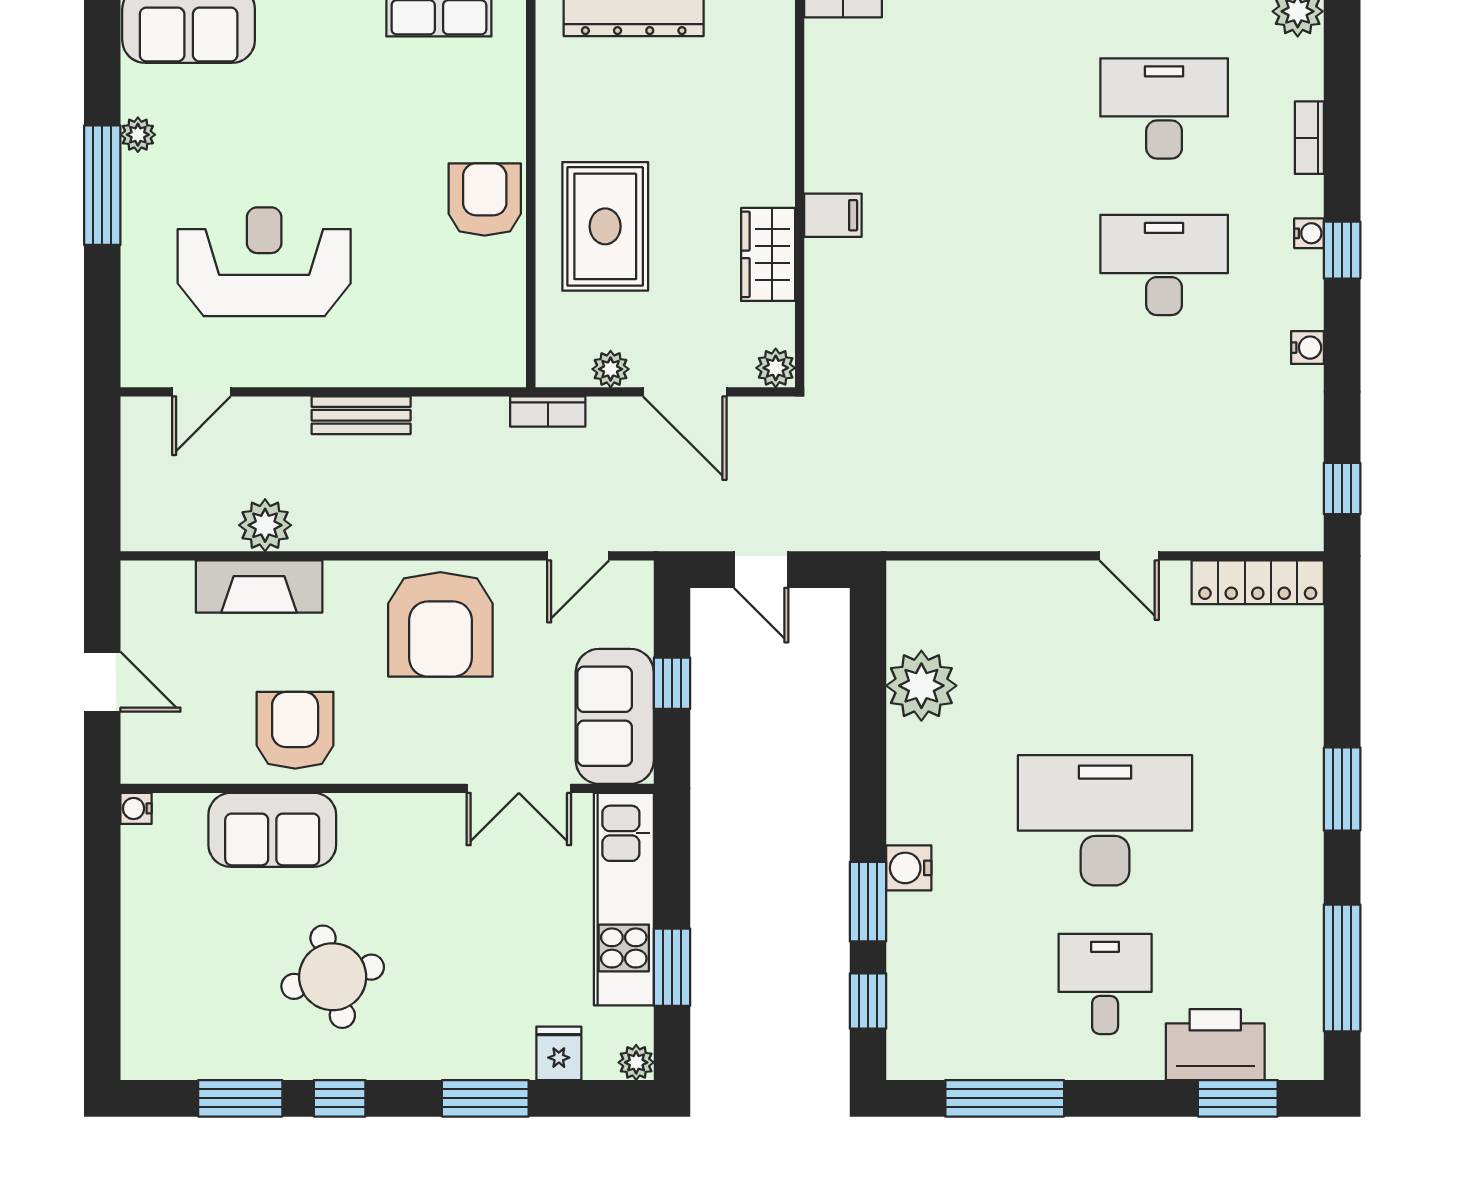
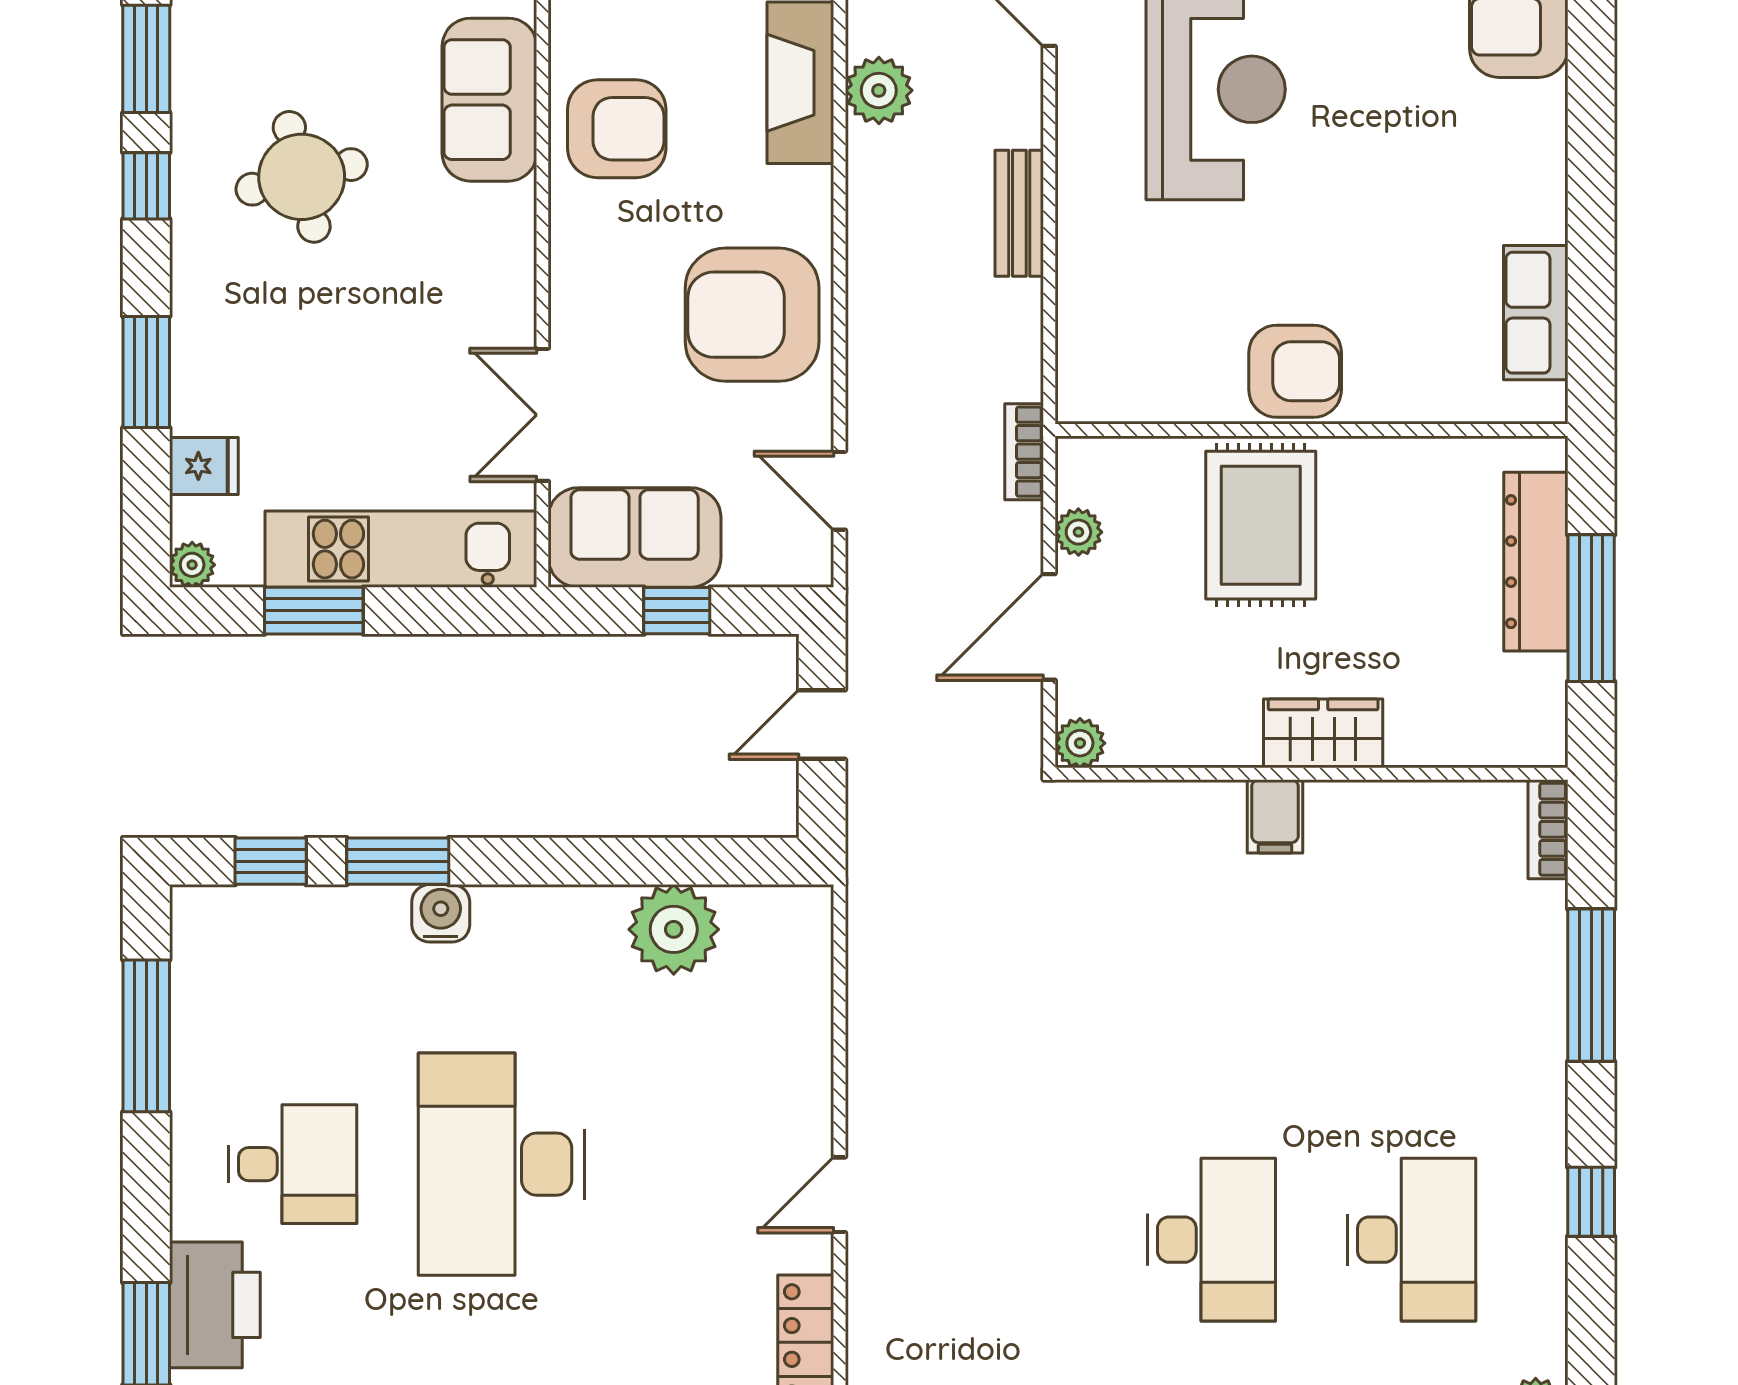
rug: (605, 226) -> (1261, 525), turned 90
wardrobe: (768, 254) -> (1323, 733), moved
desk: (1105, 820) -> (502, 1164), turned 180

